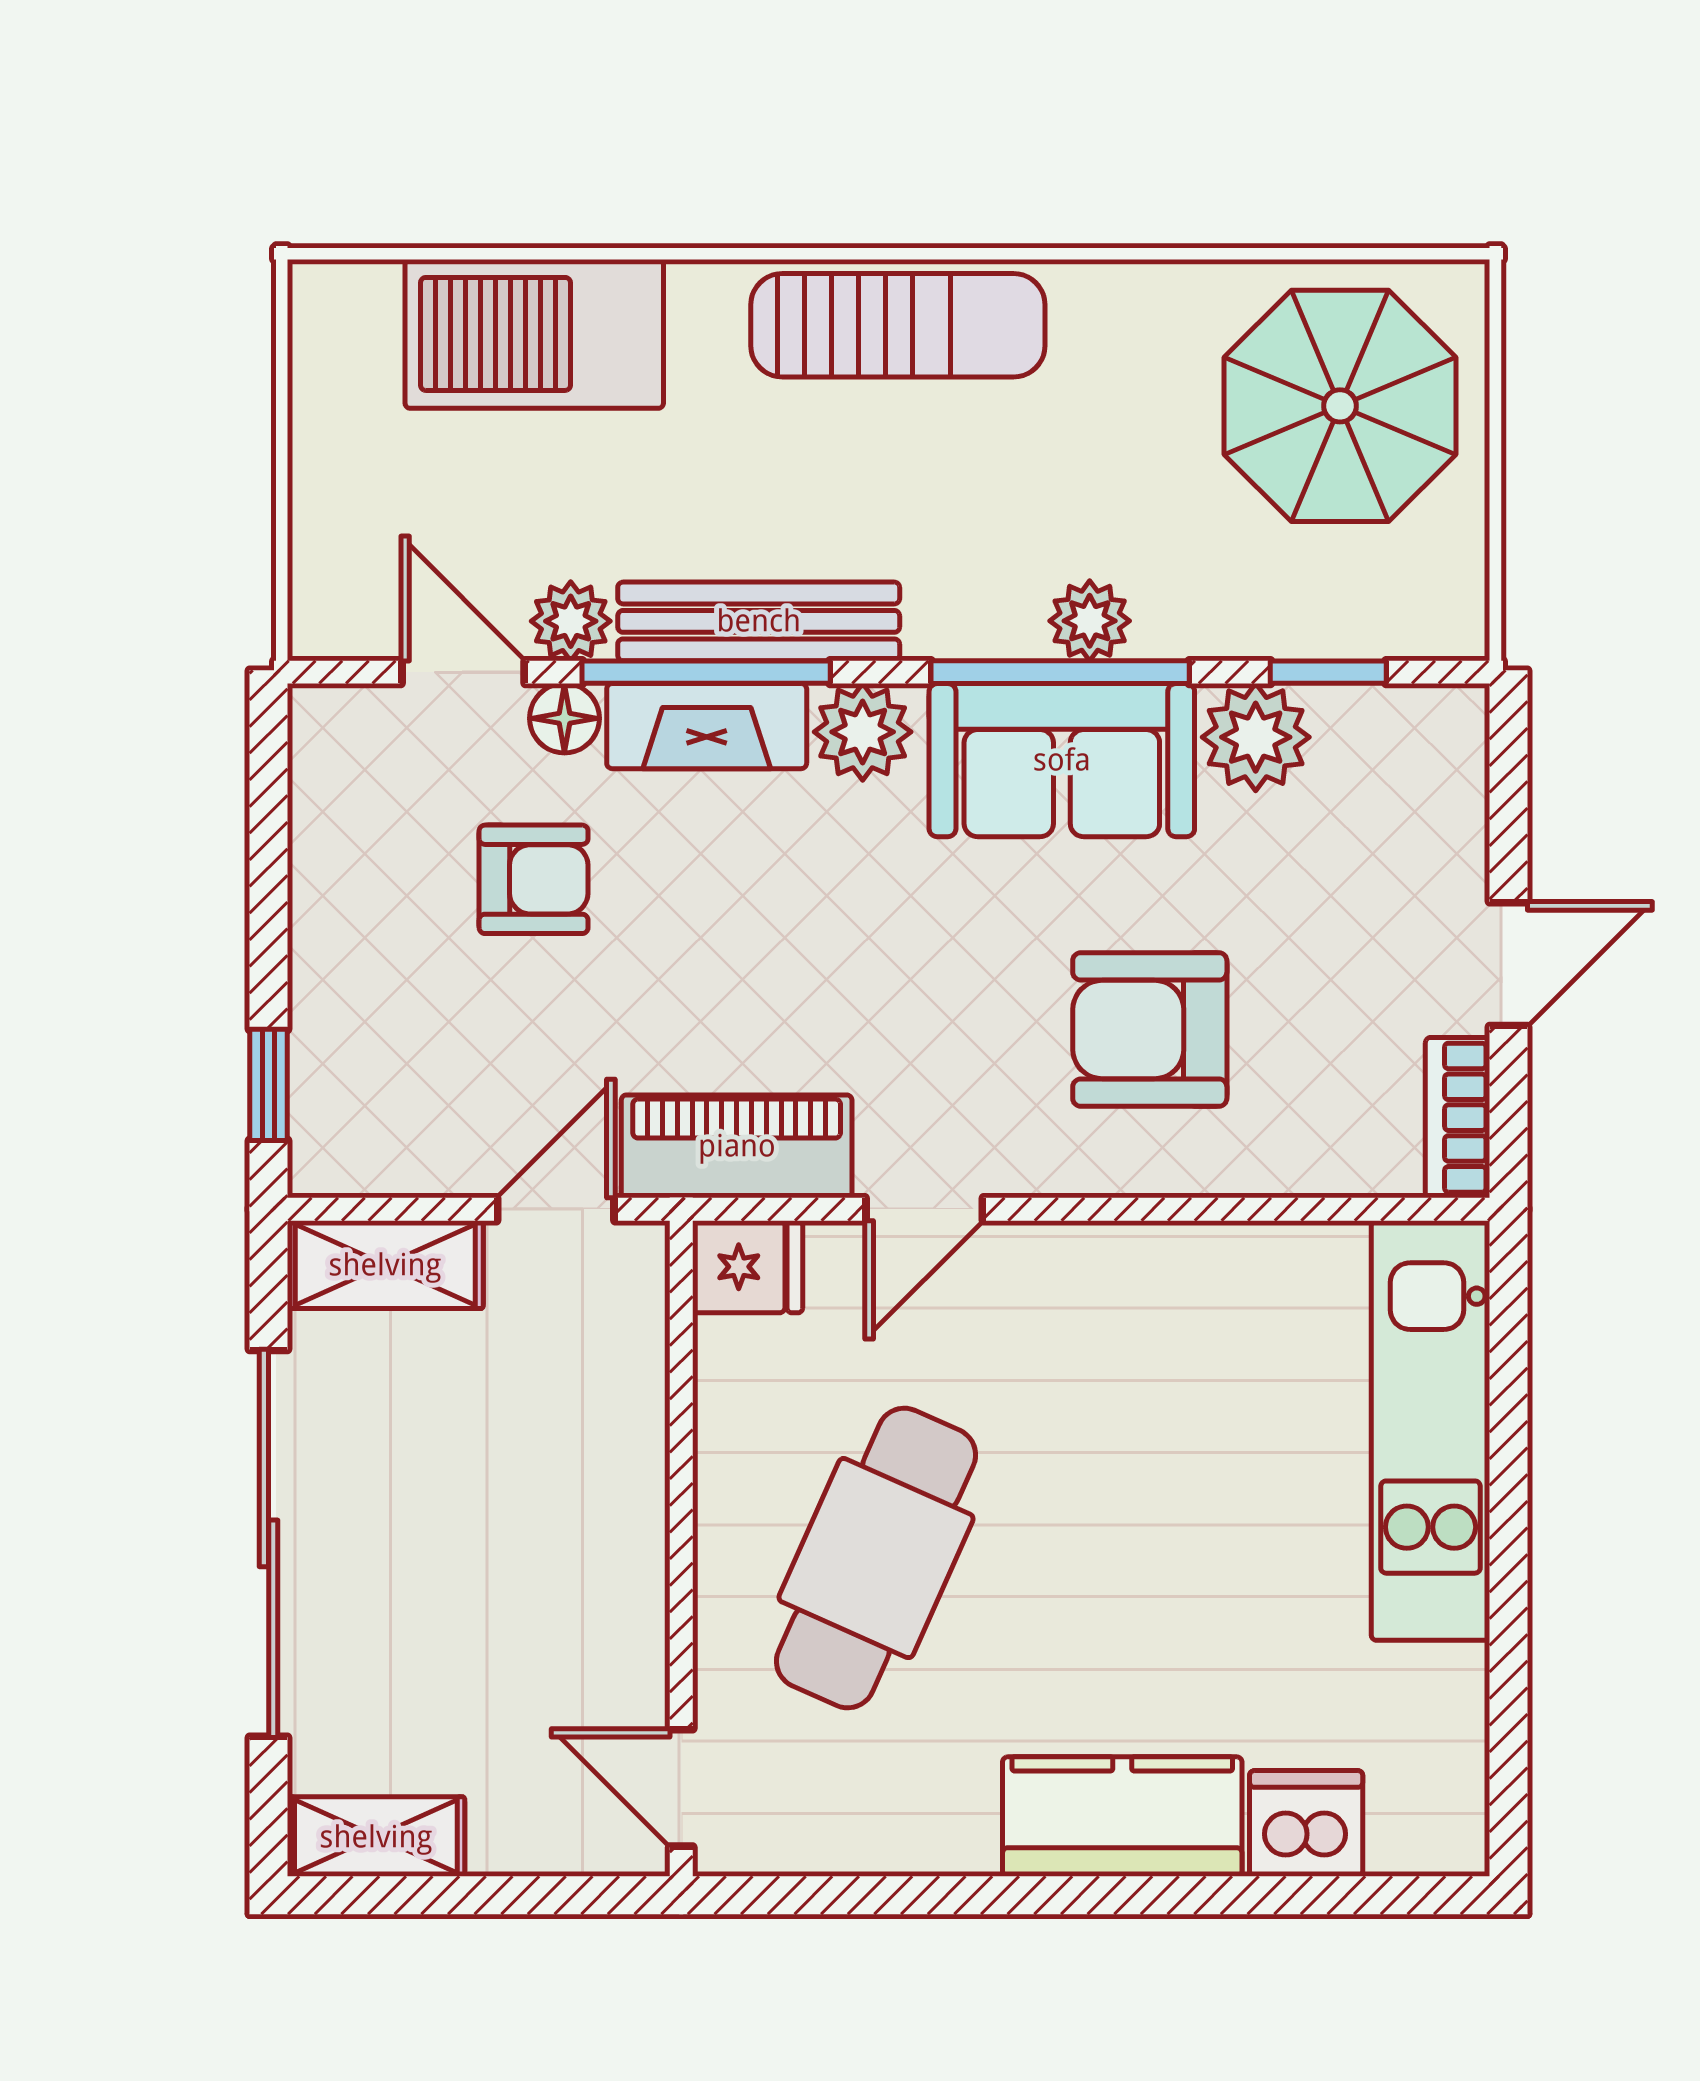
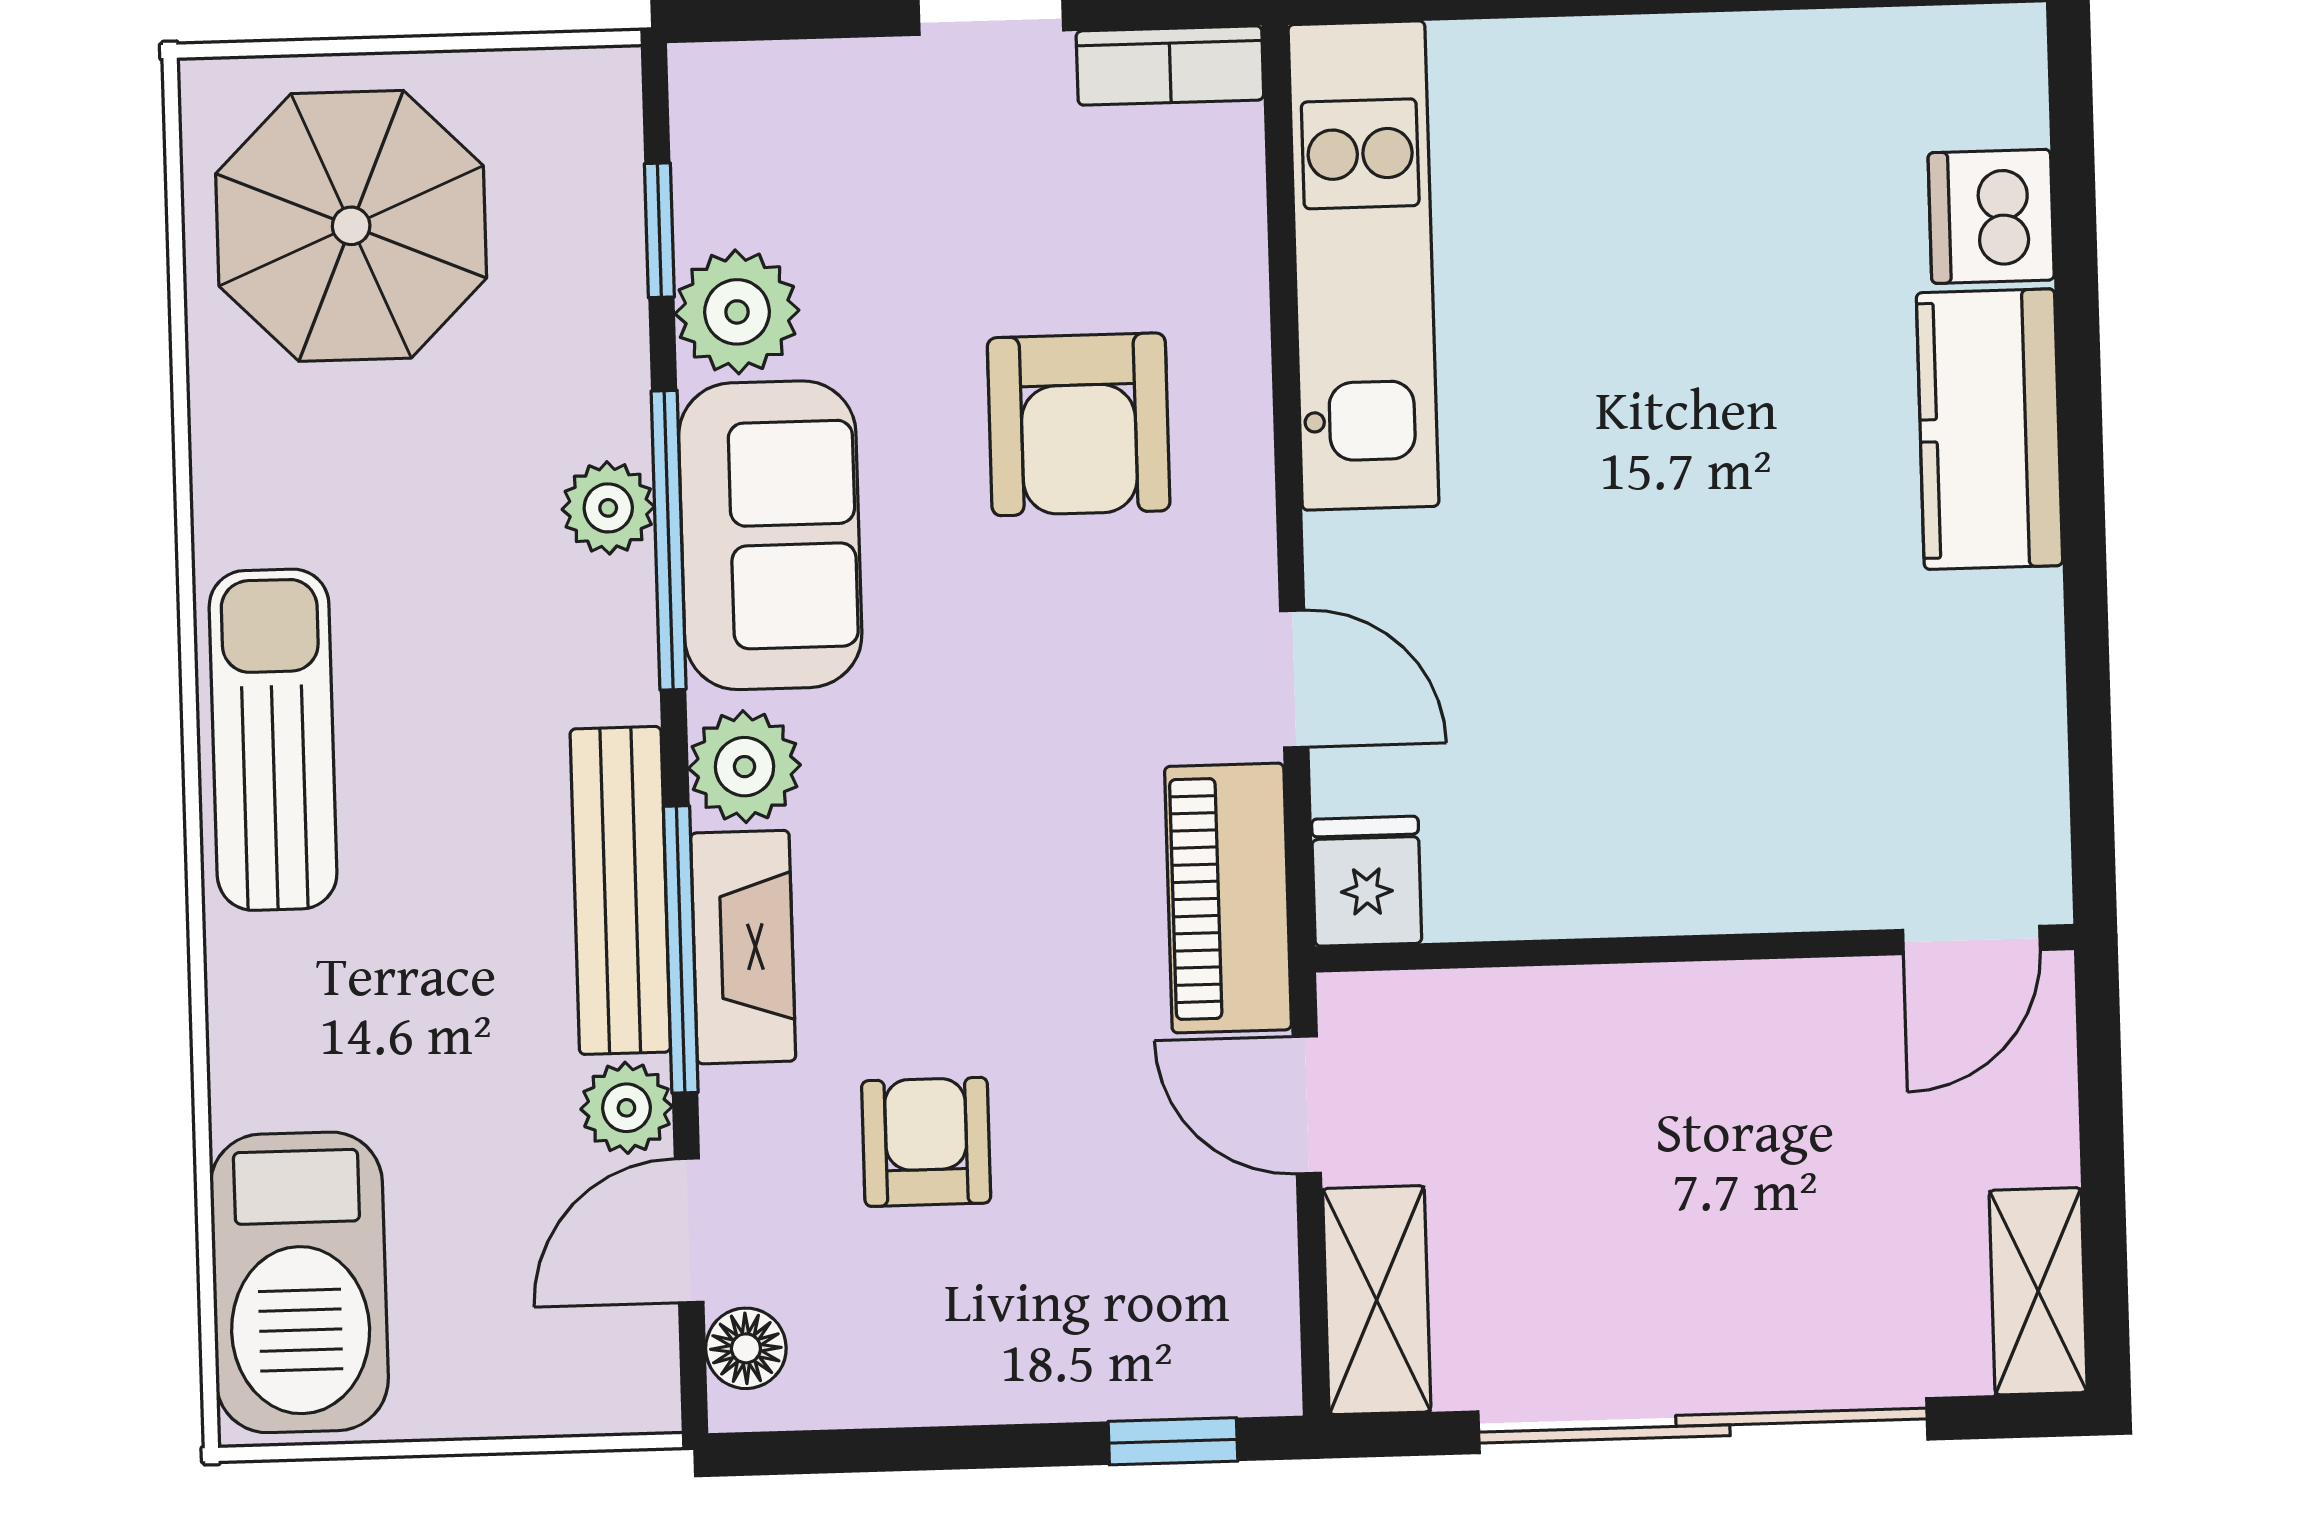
barbecue: (534, 334) -> (299, 1282), moved
floor lamp: (564, 718) -> (746, 1348), moved
kitchen unit: (1431, 1430) -> (1363, 265), moved, turned -90
cafe table: (876, 1558) -> (1699, 723), removed

